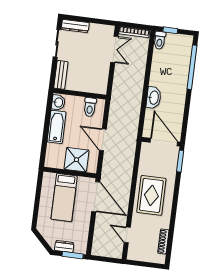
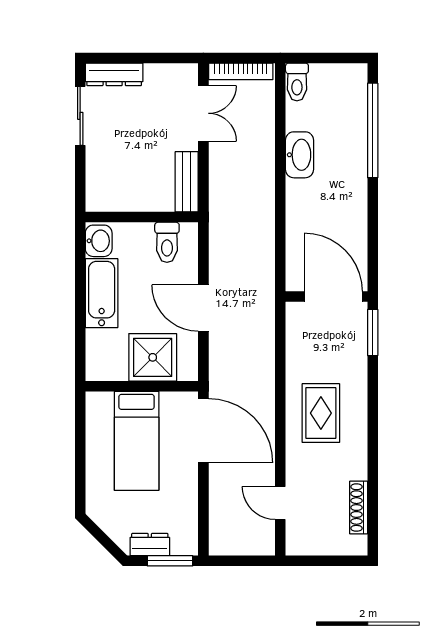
window: (170, 30) -> (317, 58), removed
bench: (61, 75) -> (187, 182), moved
washbasin: (154, 98) -> (300, 155), moved
rug: (151, 195) -> (321, 413), width x0.73, depth x0.70

